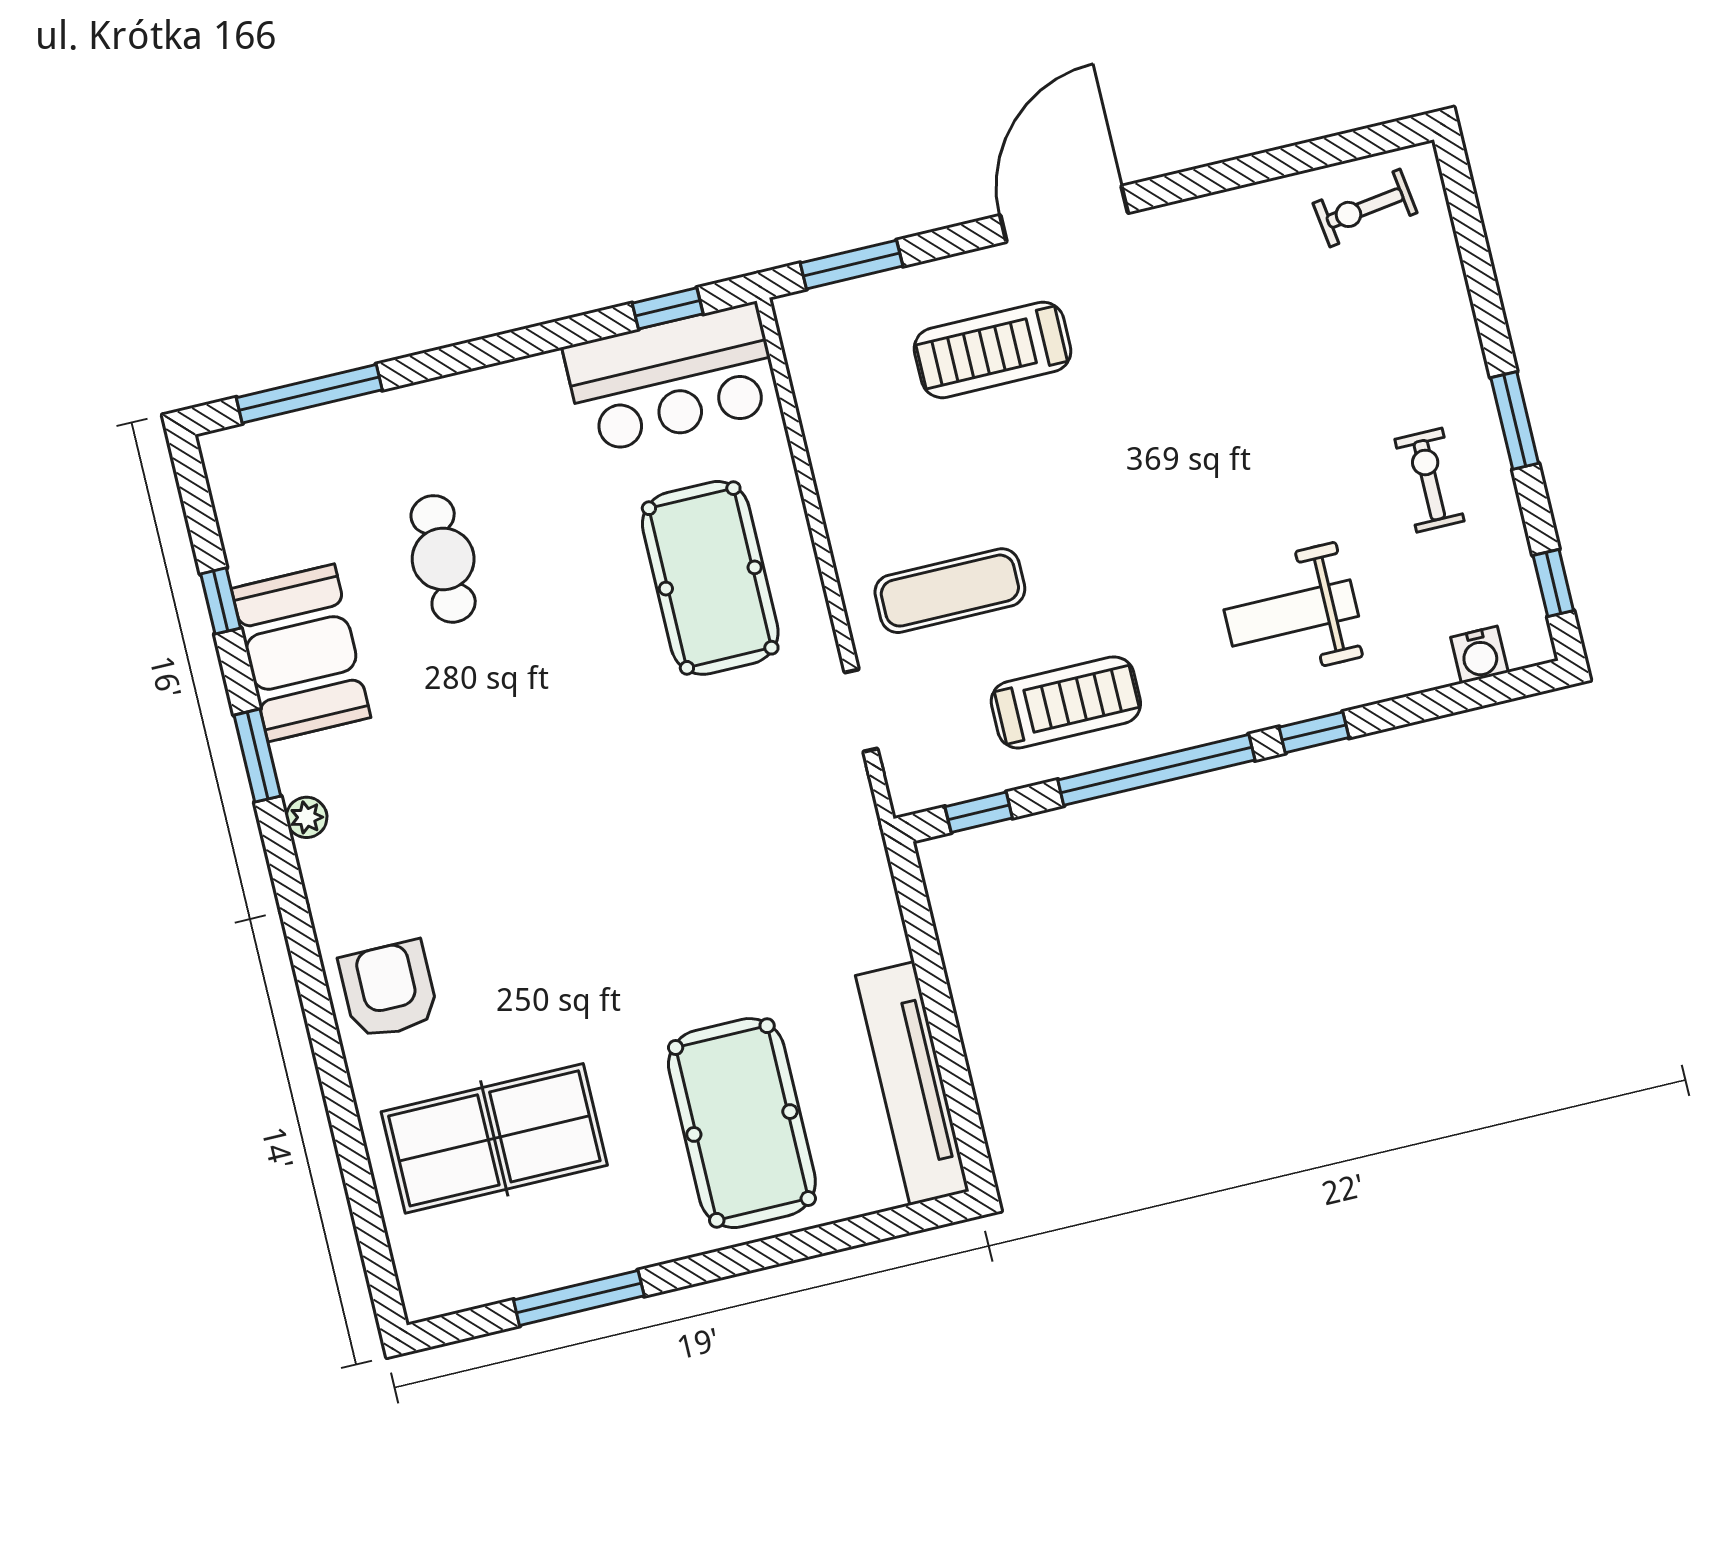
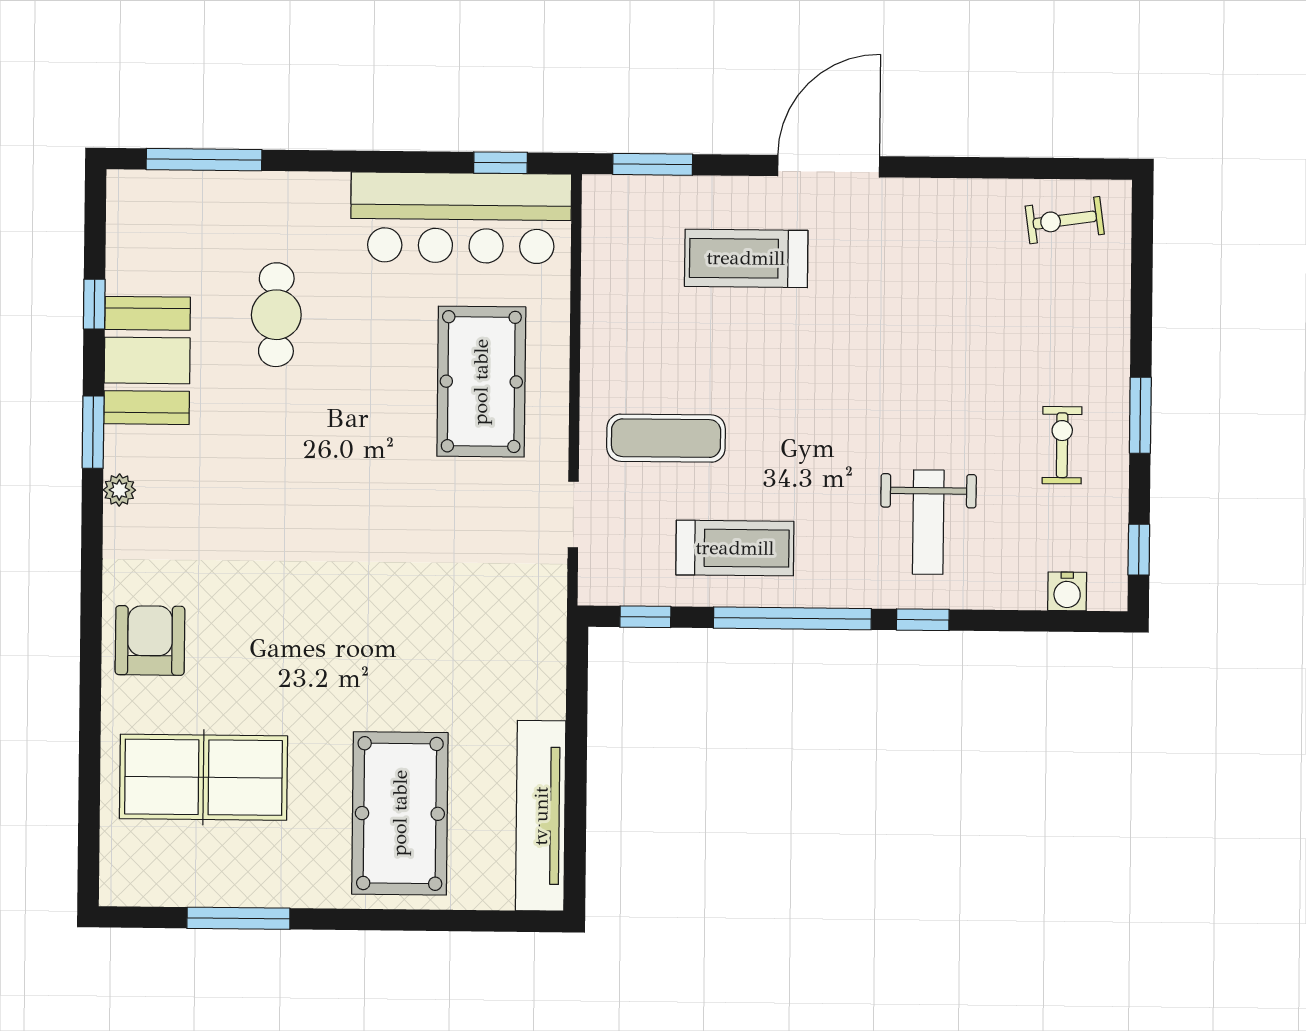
bar counter: (672, 378) -> (461, 218), width x1.36
weight bench: (1291, 613) -> (928, 522), turned -90

